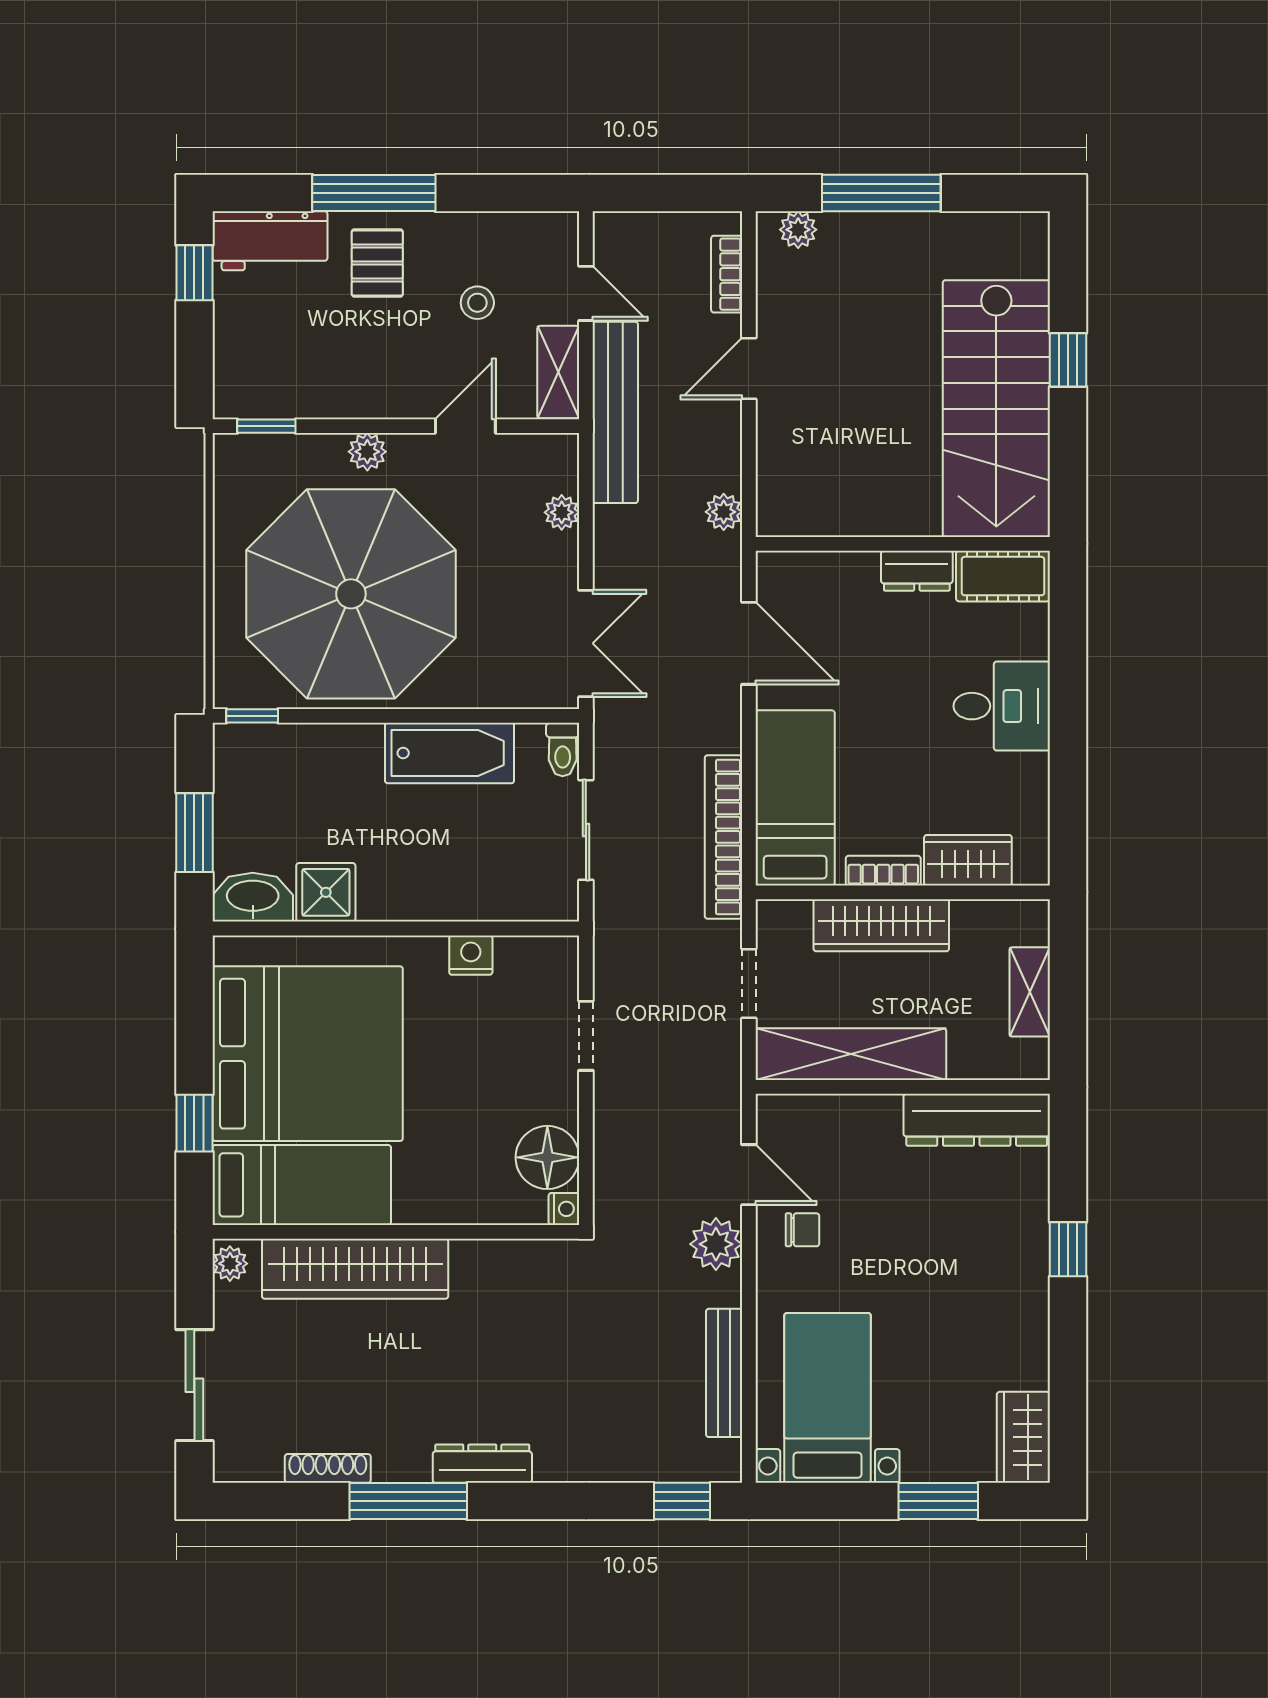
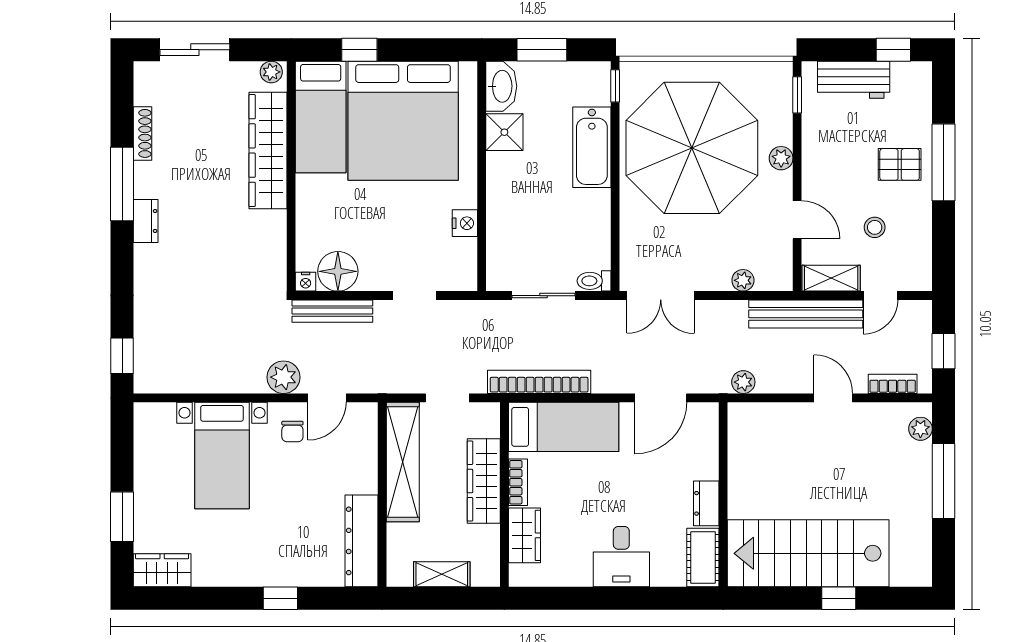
window: (675, 193) -> (944, 351), added
workbench: (270, 241) -> (854, 80), moved, turned -90
bathtub: (450, 753) -> (592, 147), moved
bench: (724, 1373) -> (332, 311), moved
bed with nightstands: (828, 1398) -> (222, 456), moved, turned 90
dresser: (482, 1464) -> (146, 221), width x0.70

